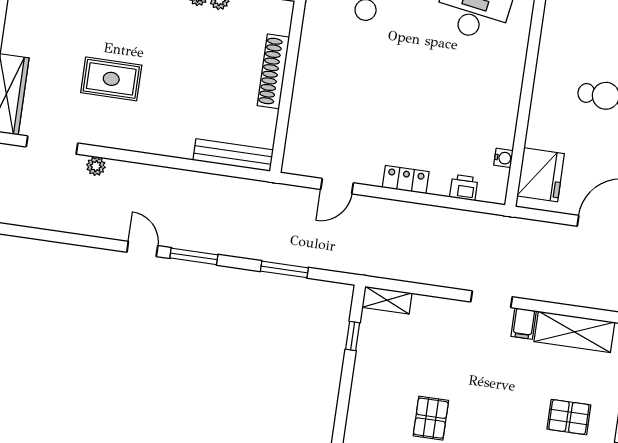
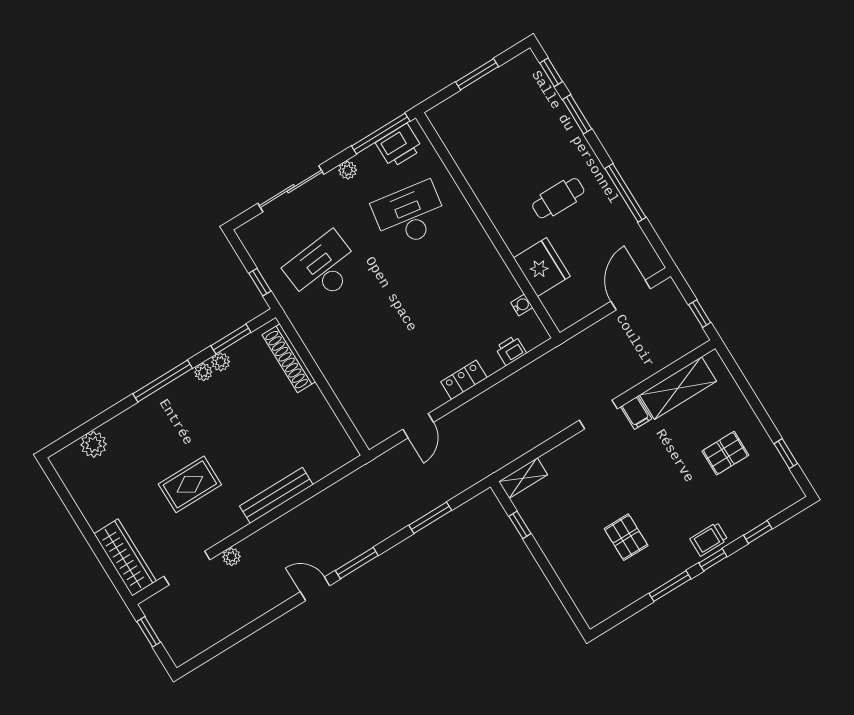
shoe rack: (273, 71) -> (289, 358), moved
bench: (233, 155) -> (276, 495), moved
fridge: (541, 175) -> (542, 267), moved

